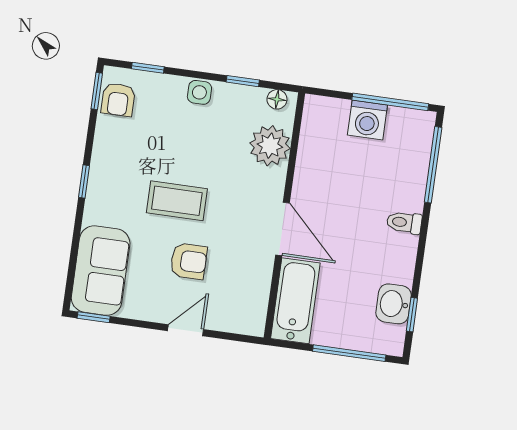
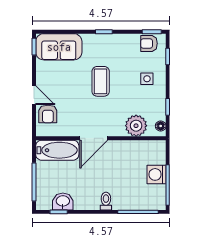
side table: (199, 92) -> (147, 79), moved
armchair: (189, 261) -> (48, 114), moved

